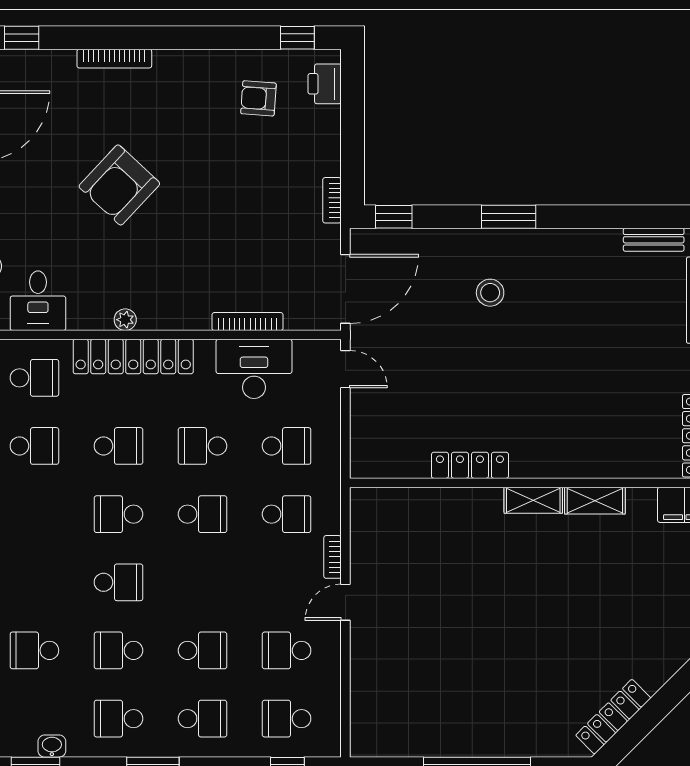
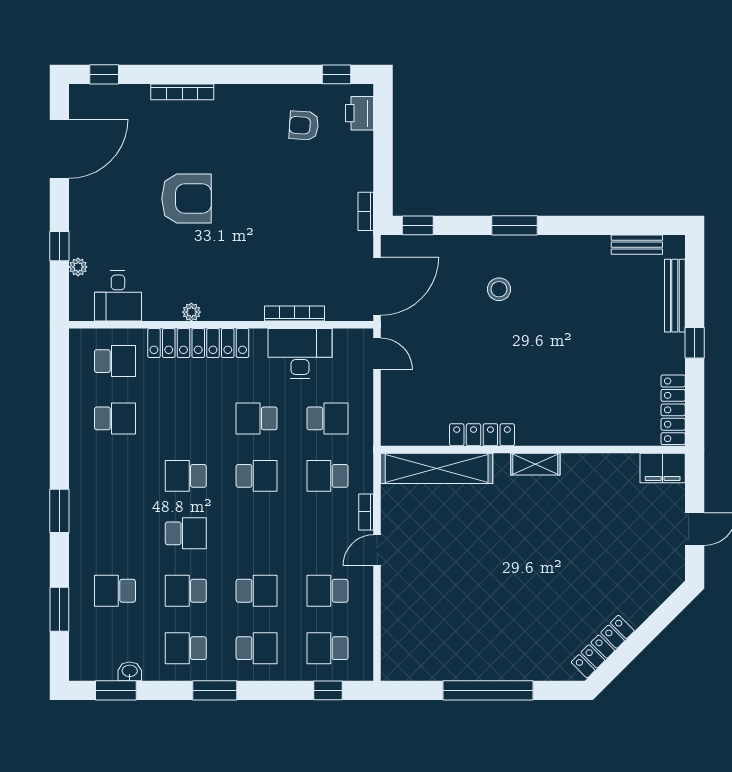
armchair: (119, 185) -> (187, 198), turned -133
school desk: (118, 446) -> (186, 418), removed
shelving: (595, 501) -> (437, 468), moved, width x2.20, depth x1.33
school desk: (287, 514) -> (327, 476), turned 180

